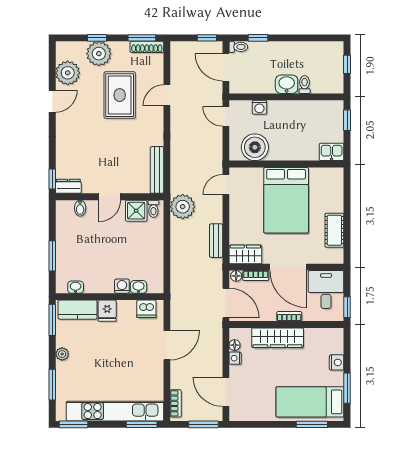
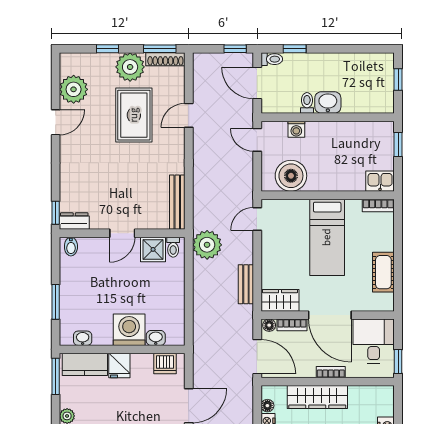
plant: (99, 54) -> (130, 67), moved
toilet: (305, 85) -> (307, 103), moved
bookcase: (330, 173) -> (378, 205), added
bed: (286, 200) -> (327, 237), width x0.67
bidet: (80, 208) -> (71, 247), moved
washing machine: (122, 286) -> (129, 330), width x1.89, depth x1.89

